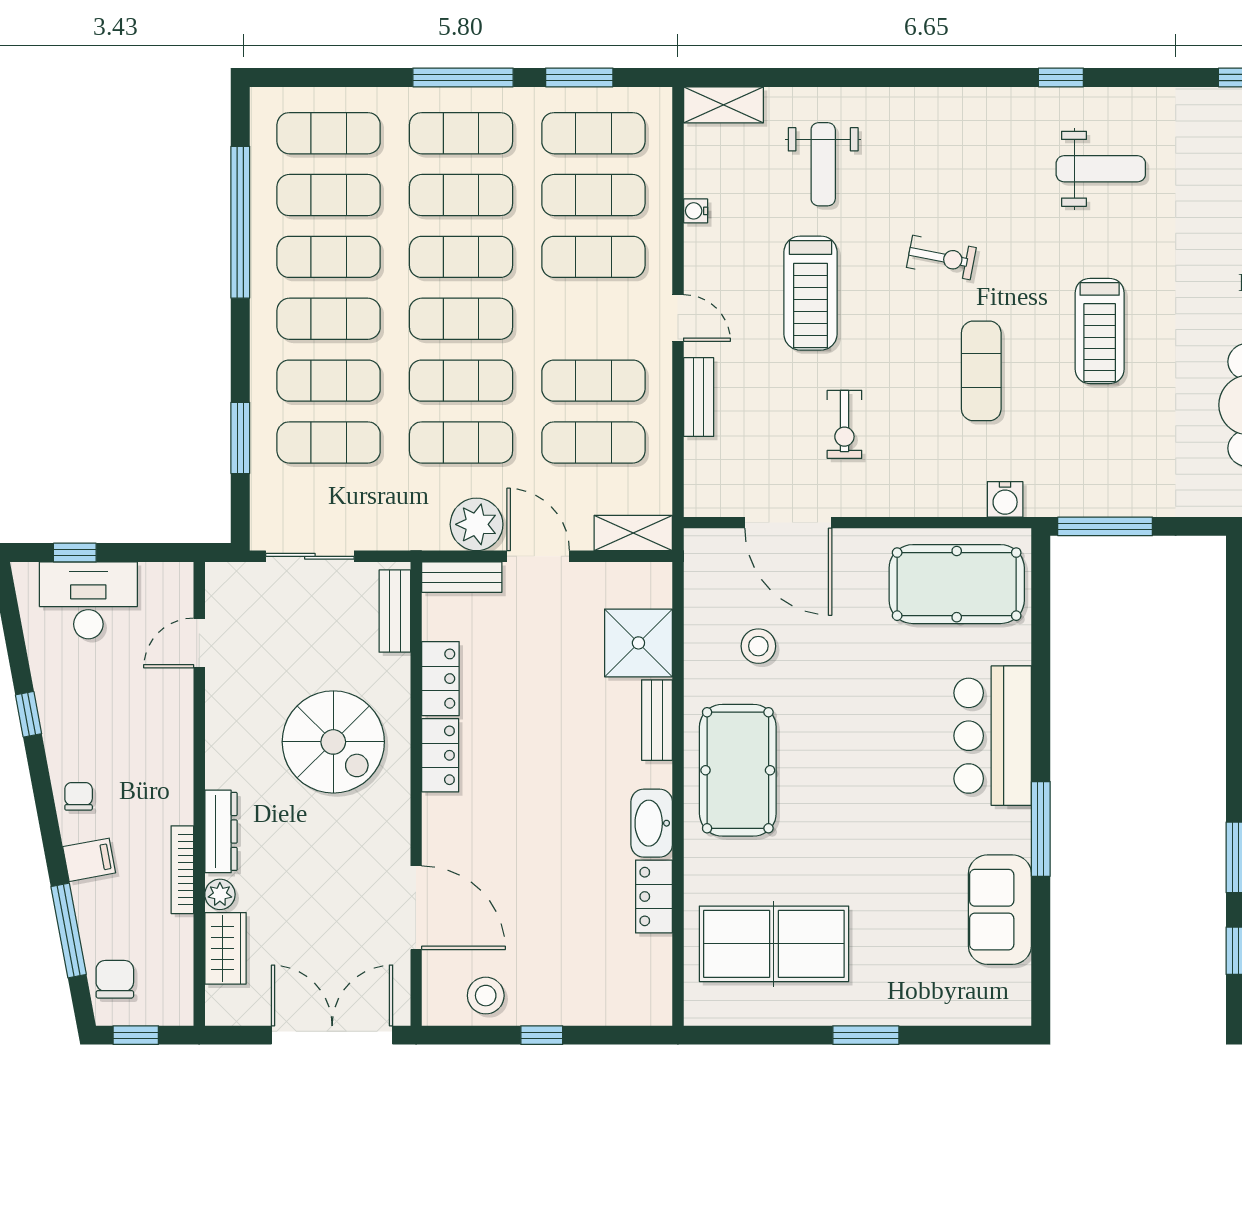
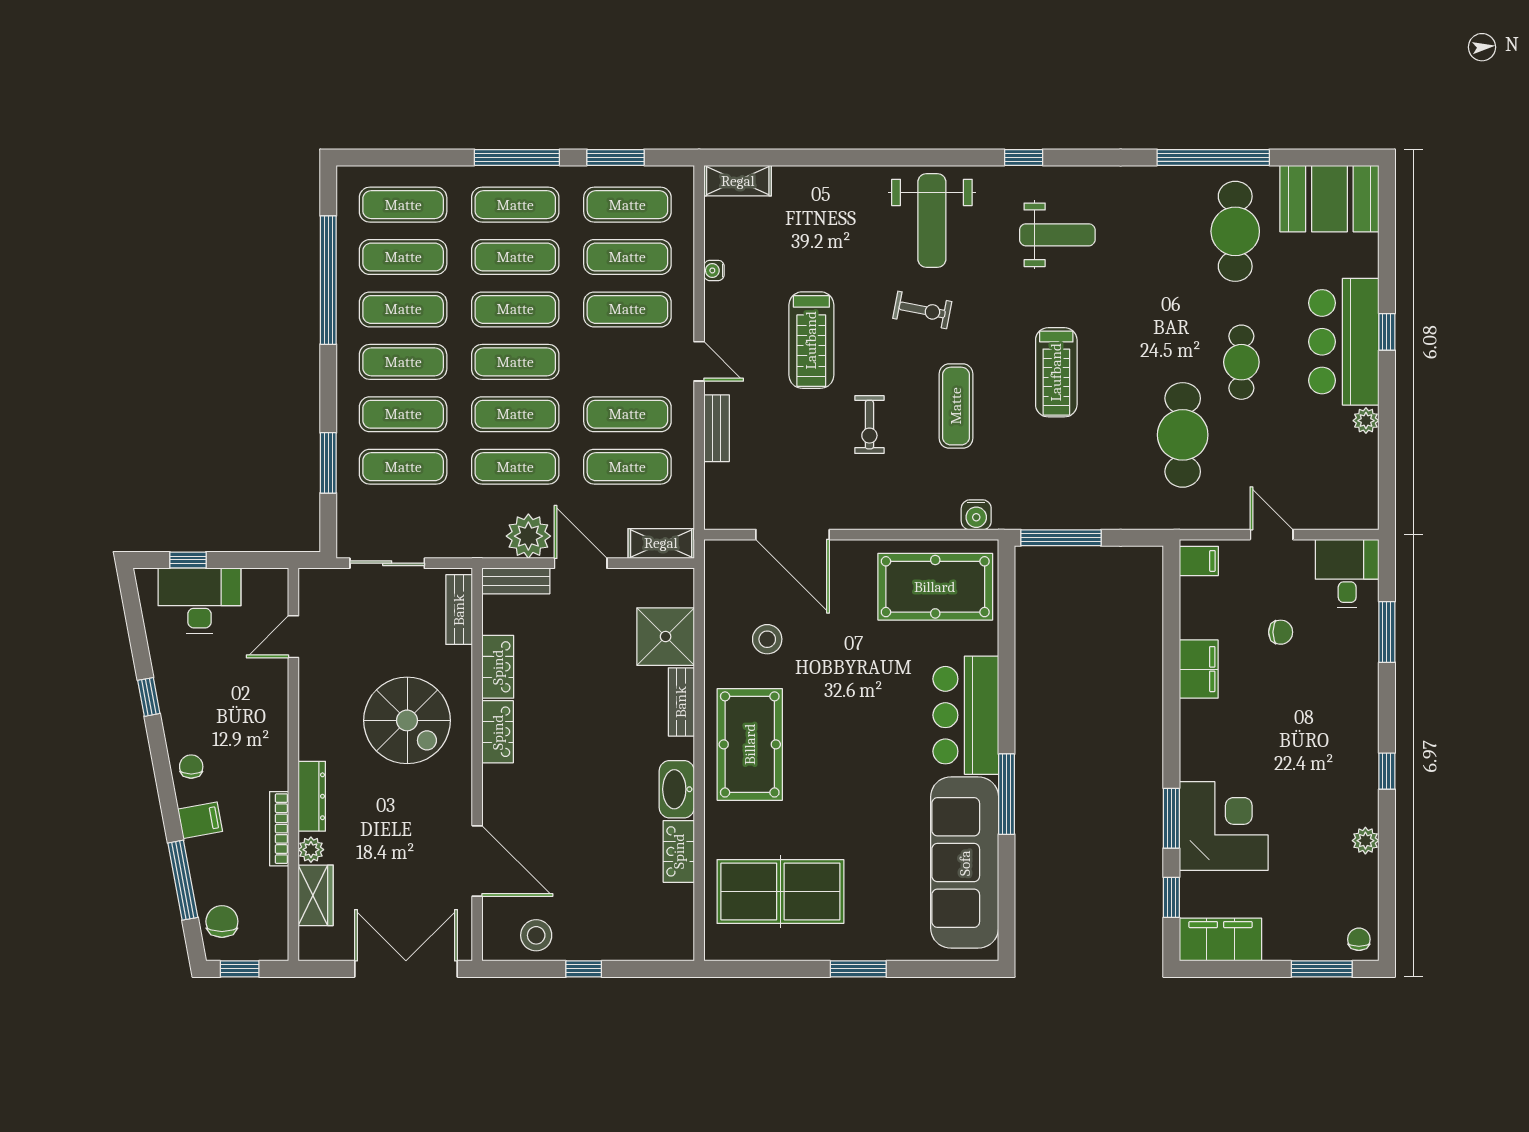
weight bench: (823, 164) -> (932, 221), moved, width x1.36, depth x1.33
exercise bike: (844, 424) -> (869, 425), moved
sofa: (1000, 910) -> (965, 863), width x1.85, depth x1.27

